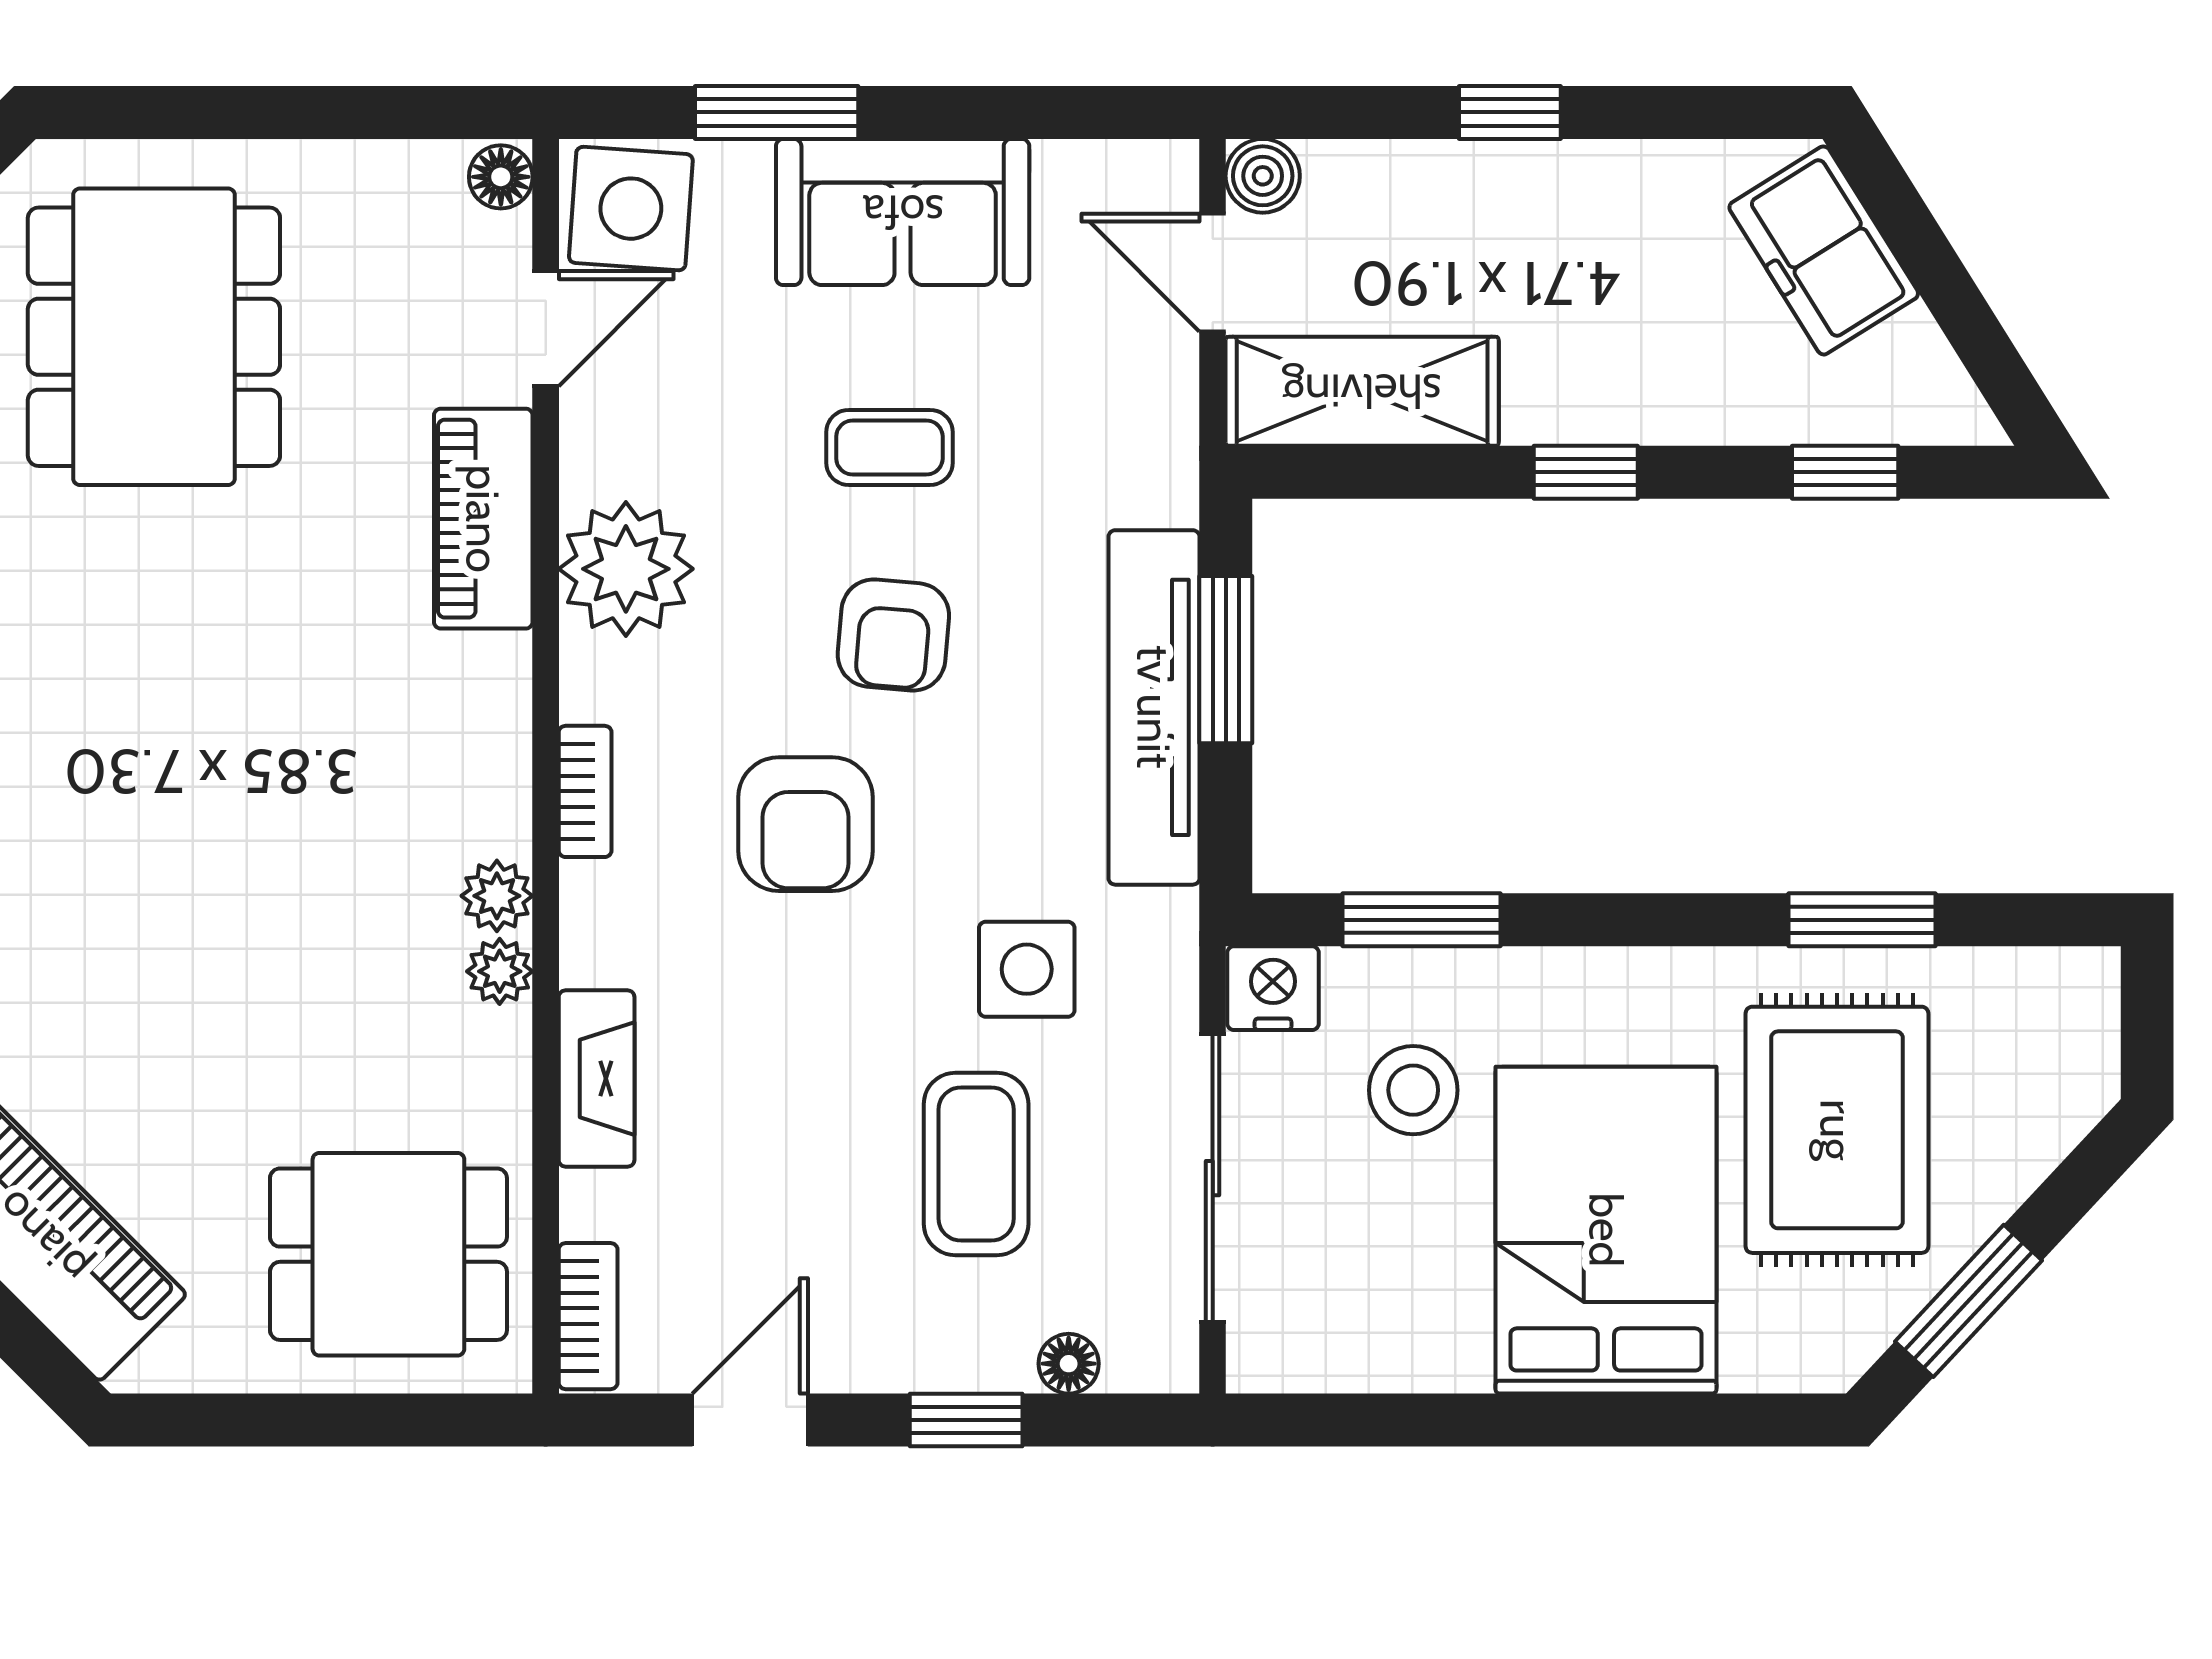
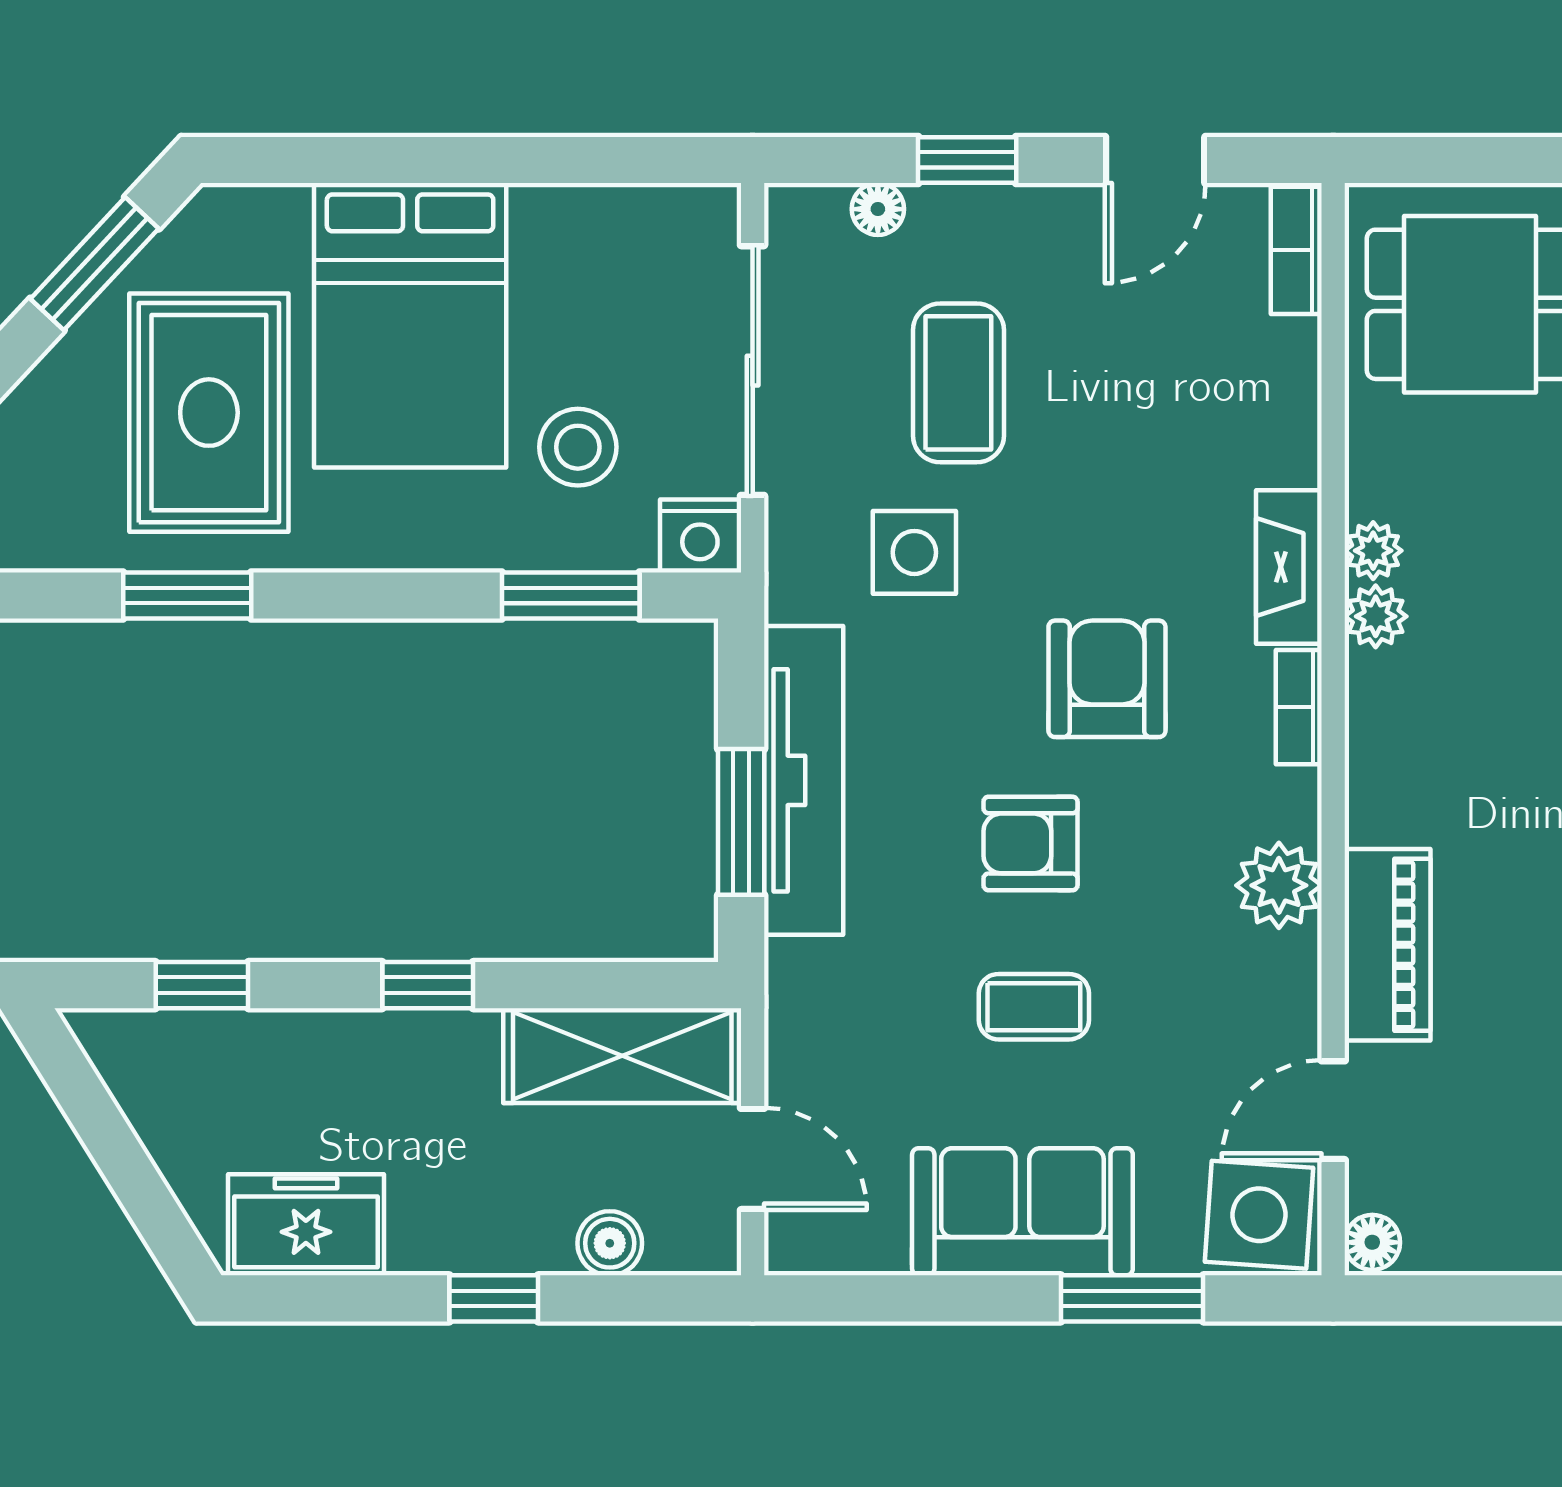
boiler: (1263, 176) -> (610, 1243), moved
freezer: (1824, 250) -> (306, 1225), moved, turned -58
plant: (626, 569) -> (1279, 885), width x0.73, depth x0.73
armchair: (893, 635) -> (1030, 843), turned -95
fireplace: (597, 1079) -> (1289, 567), moved

